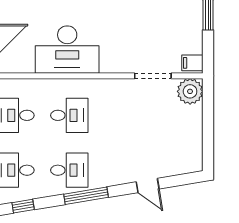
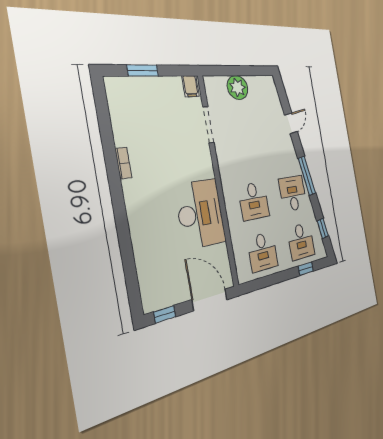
plant: (190, 91) -> (238, 87), moved
desk: (69, 115) -> (254, 201), turned 180

